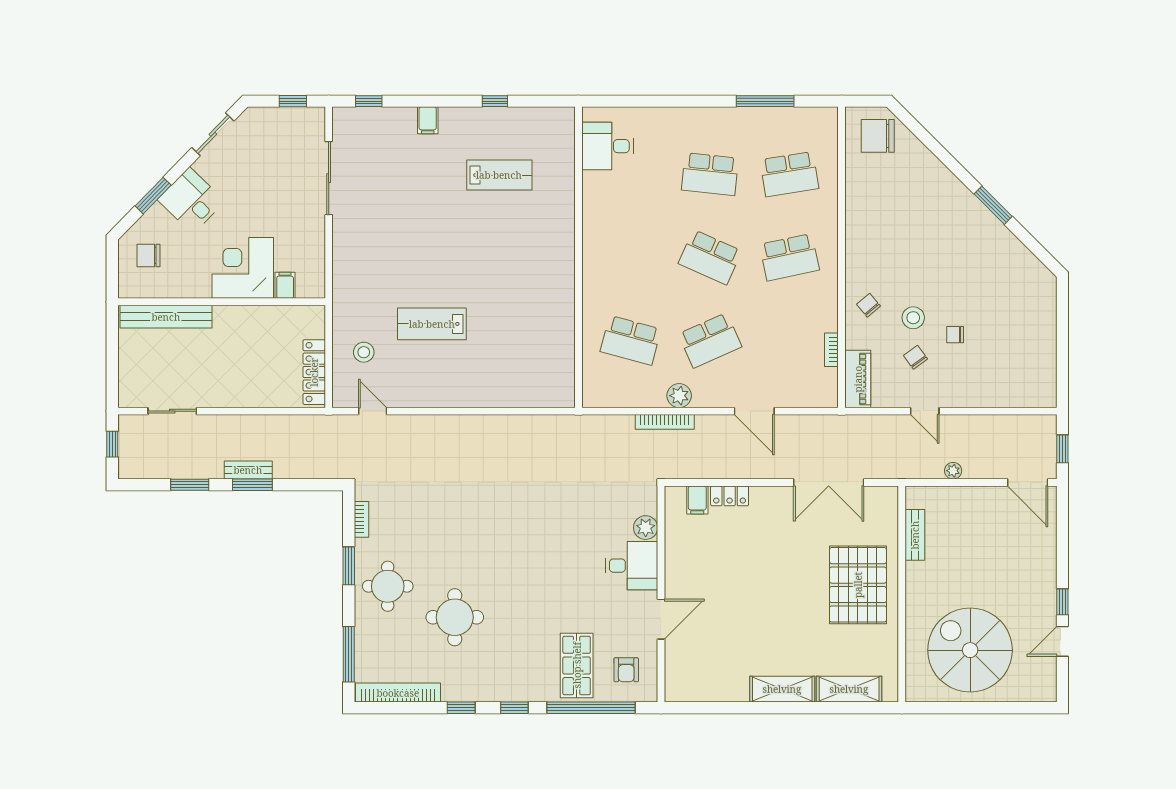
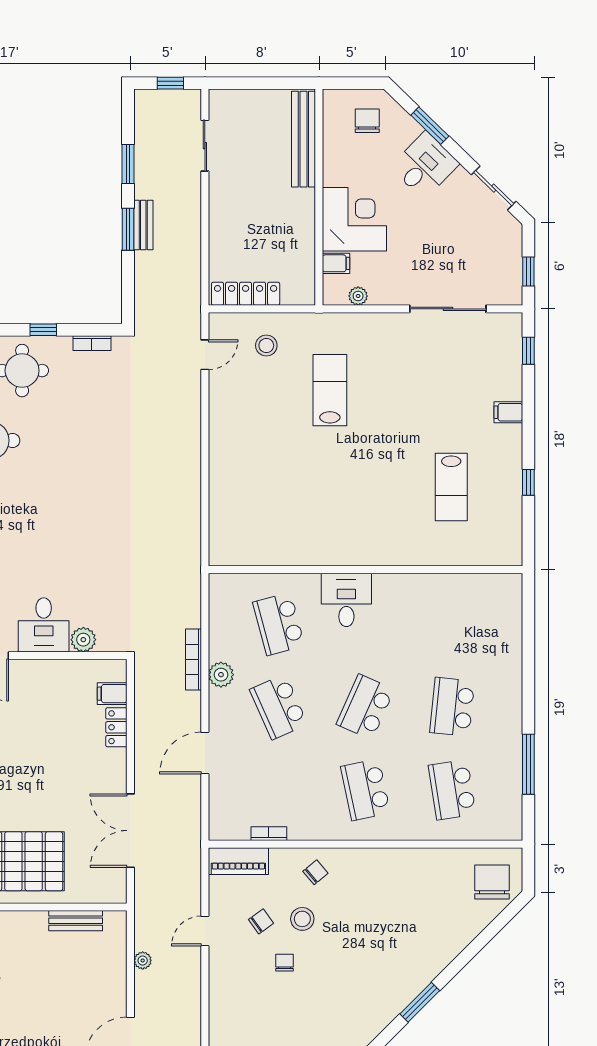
desk: (607, 146) -> (346, 600), moved
plant: (316, 264) -> (358, 296), added
lab bench: (432, 324) -> (330, 390), moved
school desk: (631, 340) -> (279, 624), turned -30
window: (349, 566) -> (43, 330), width x0.67

